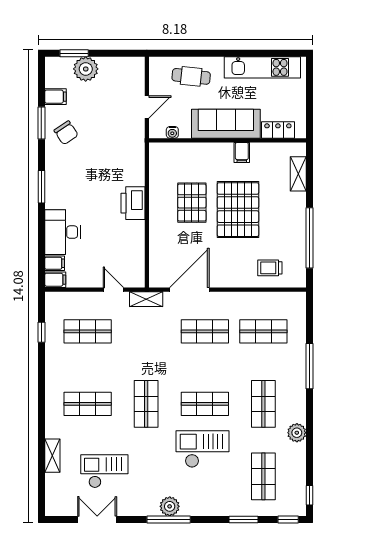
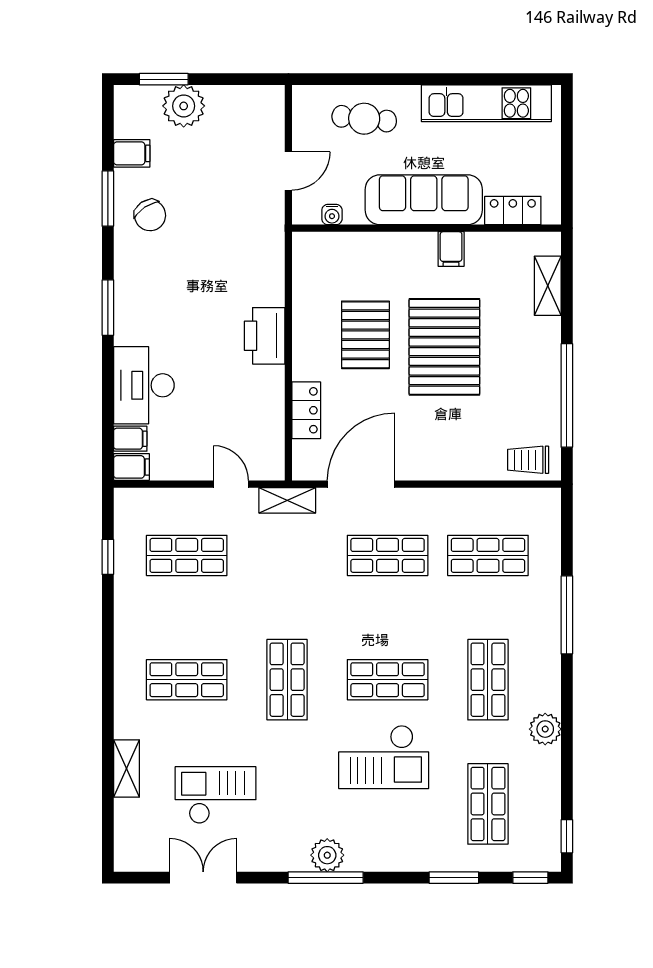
locker: (157, 247) -> (306, 410), added
trolley: (270, 268) -> (528, 460), moved
checkout: (203, 449) -> (384, 757), turned 180

